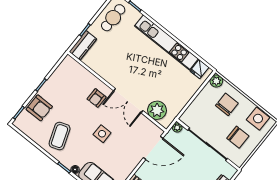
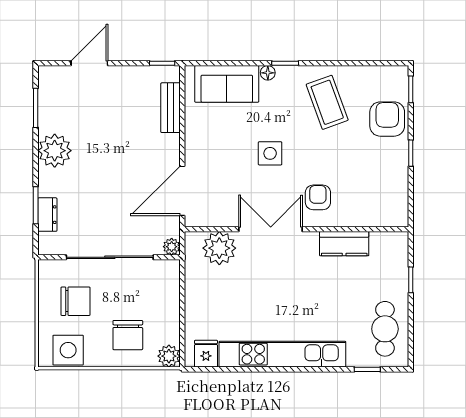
kitchen counter: (83, 45) -> (344, 244), moved, turned -90
armchair: (39, 108) -> (387, 119), turned 90
chair: (238, 137) -> (75, 301), turned 180

